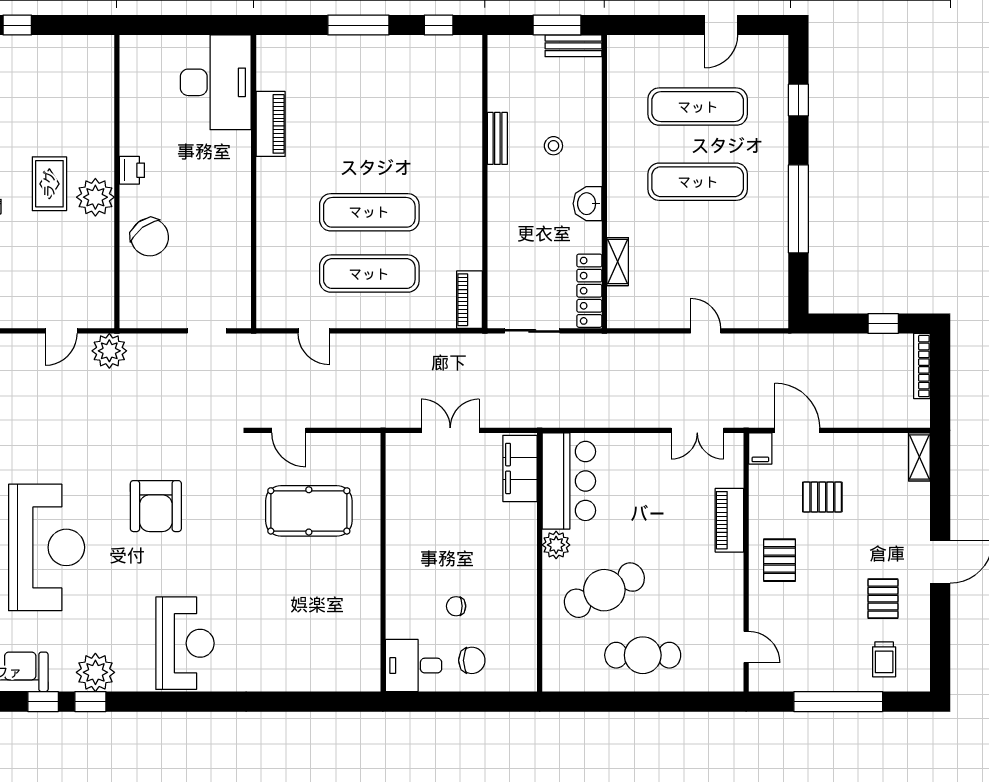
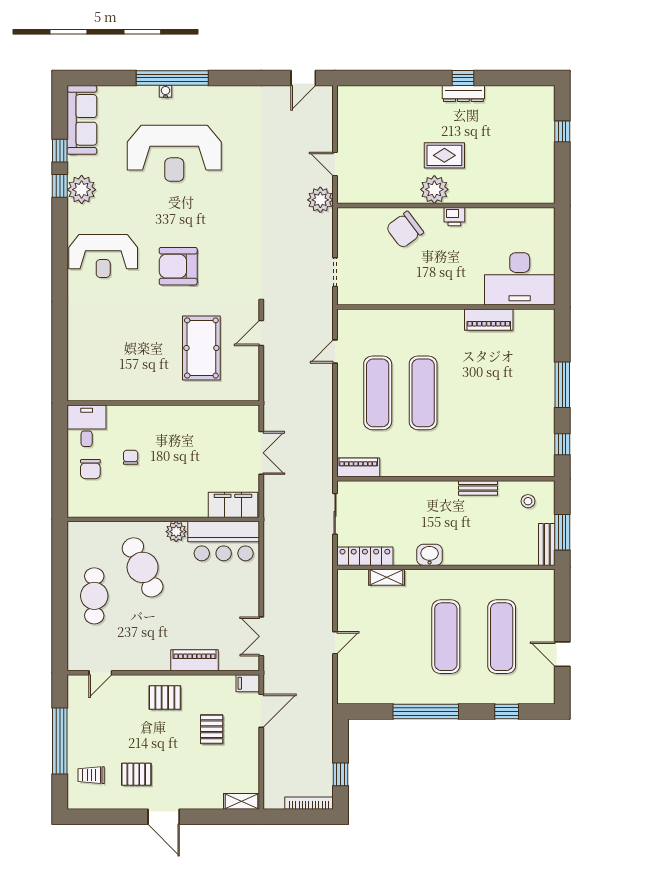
stool: (553, 146) -> (528, 501), moved
armchair: (156, 506) -> (178, 266), moved

